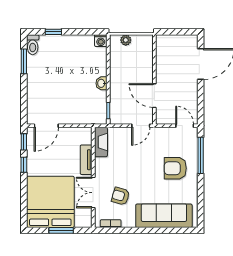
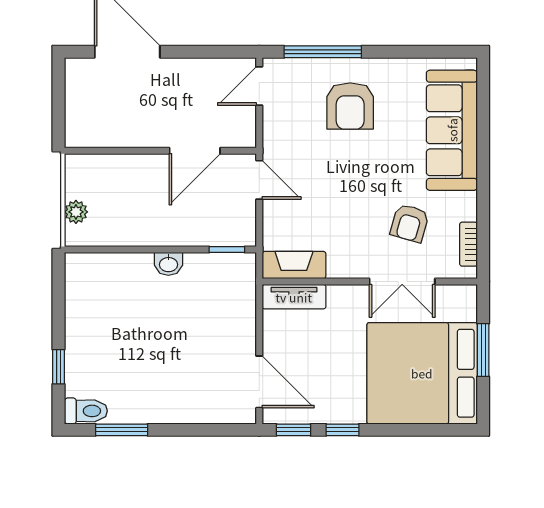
washing machine: (101, 41) -> (77, 265), removed
tv unit: (86, 160) -> (294, 297), moved

